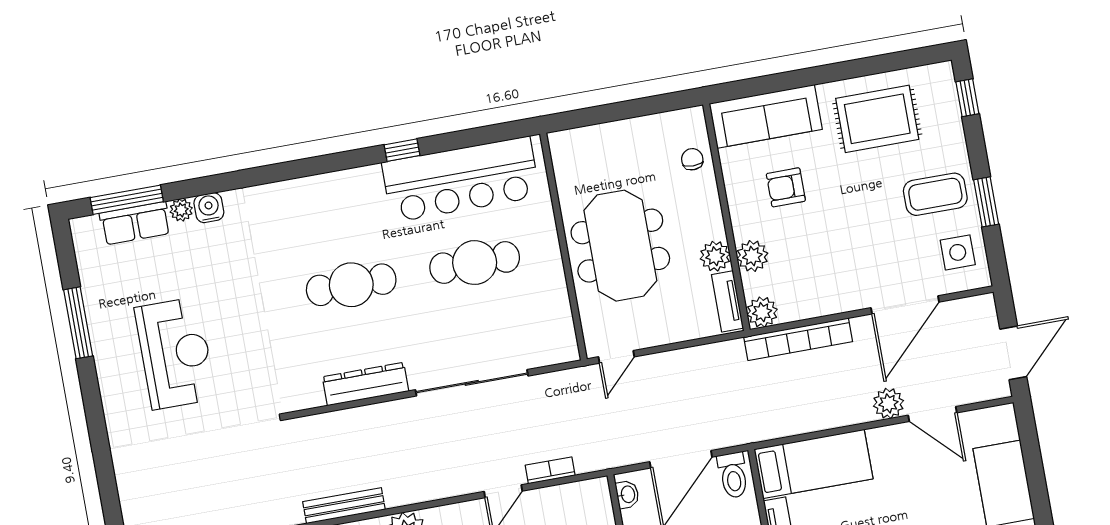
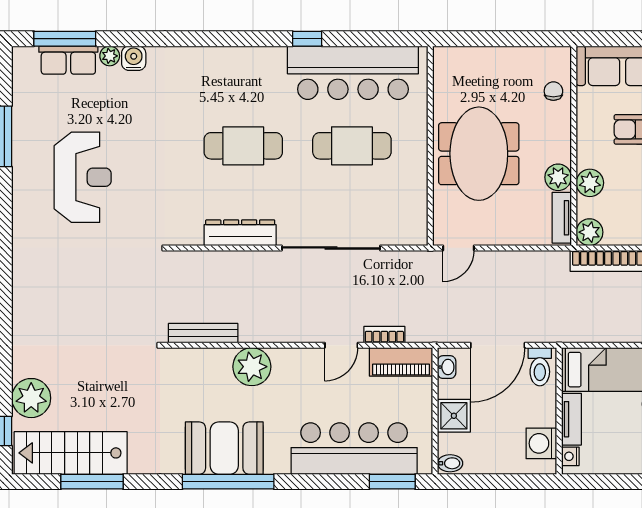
piano: (574, 498) -> (401, 362), added

